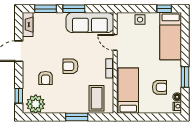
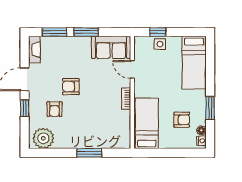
window: (164, 9) -> (158, 32), moved
sofa: (90, 23) -> (111, 47), width x0.73
armchair: (70, 66) -> (71, 87), moved
window: (19, 96) -> (25, 108), moved
coffee table: (97, 98) -> (111, 132), removed

